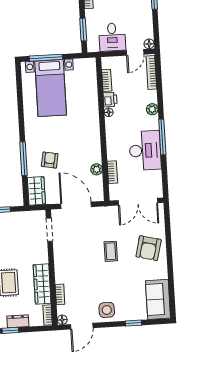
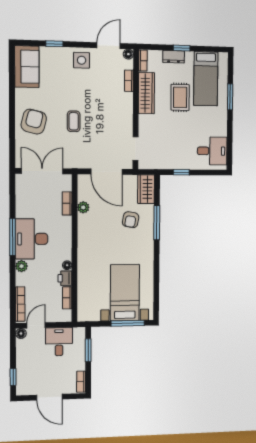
desk: (145, 151) -> (32, 239), moved

